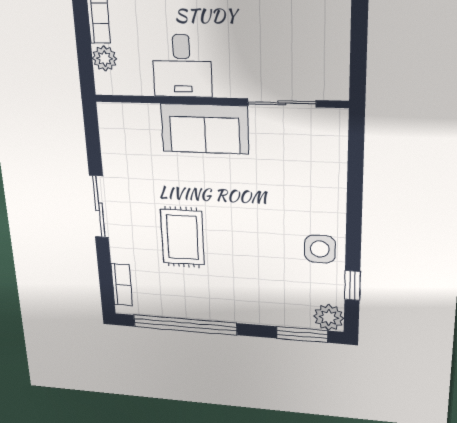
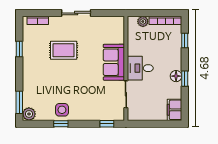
desk: (182, 66) -> (140, 68), moved
window: (356, 150) -> (107, 124), added
window: (352, 285) -> (61, 124), moved
window: (185, 325) -> (19, 49), width x0.32

